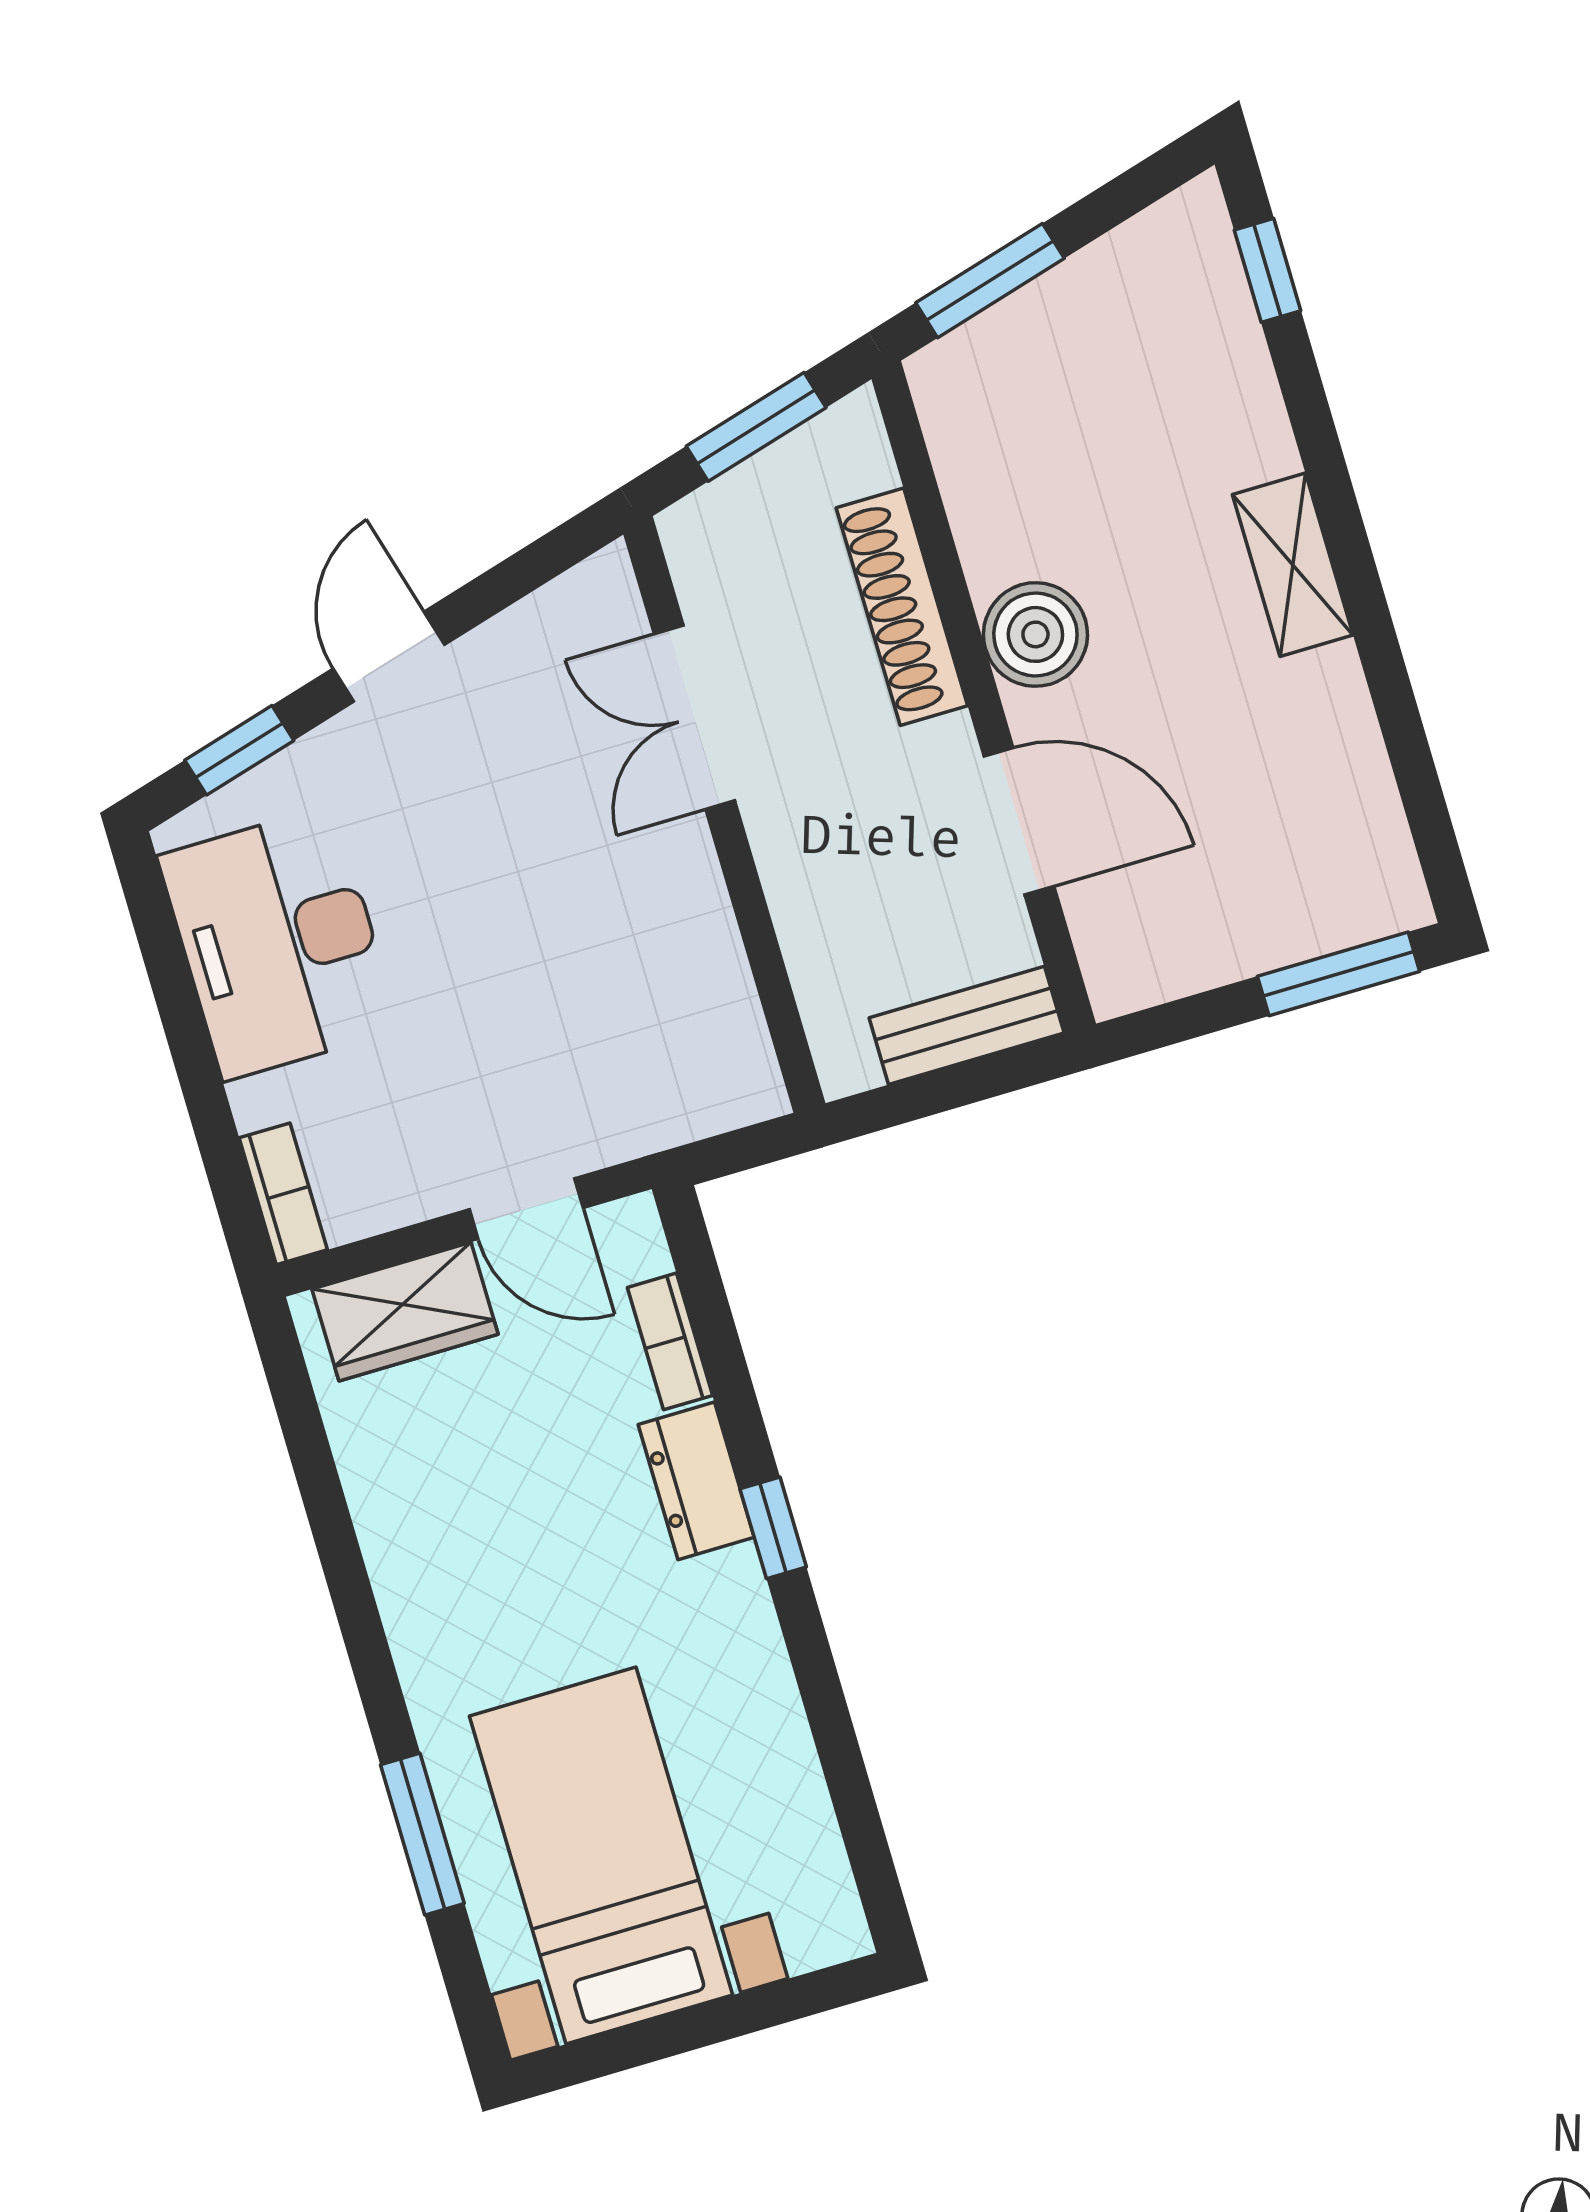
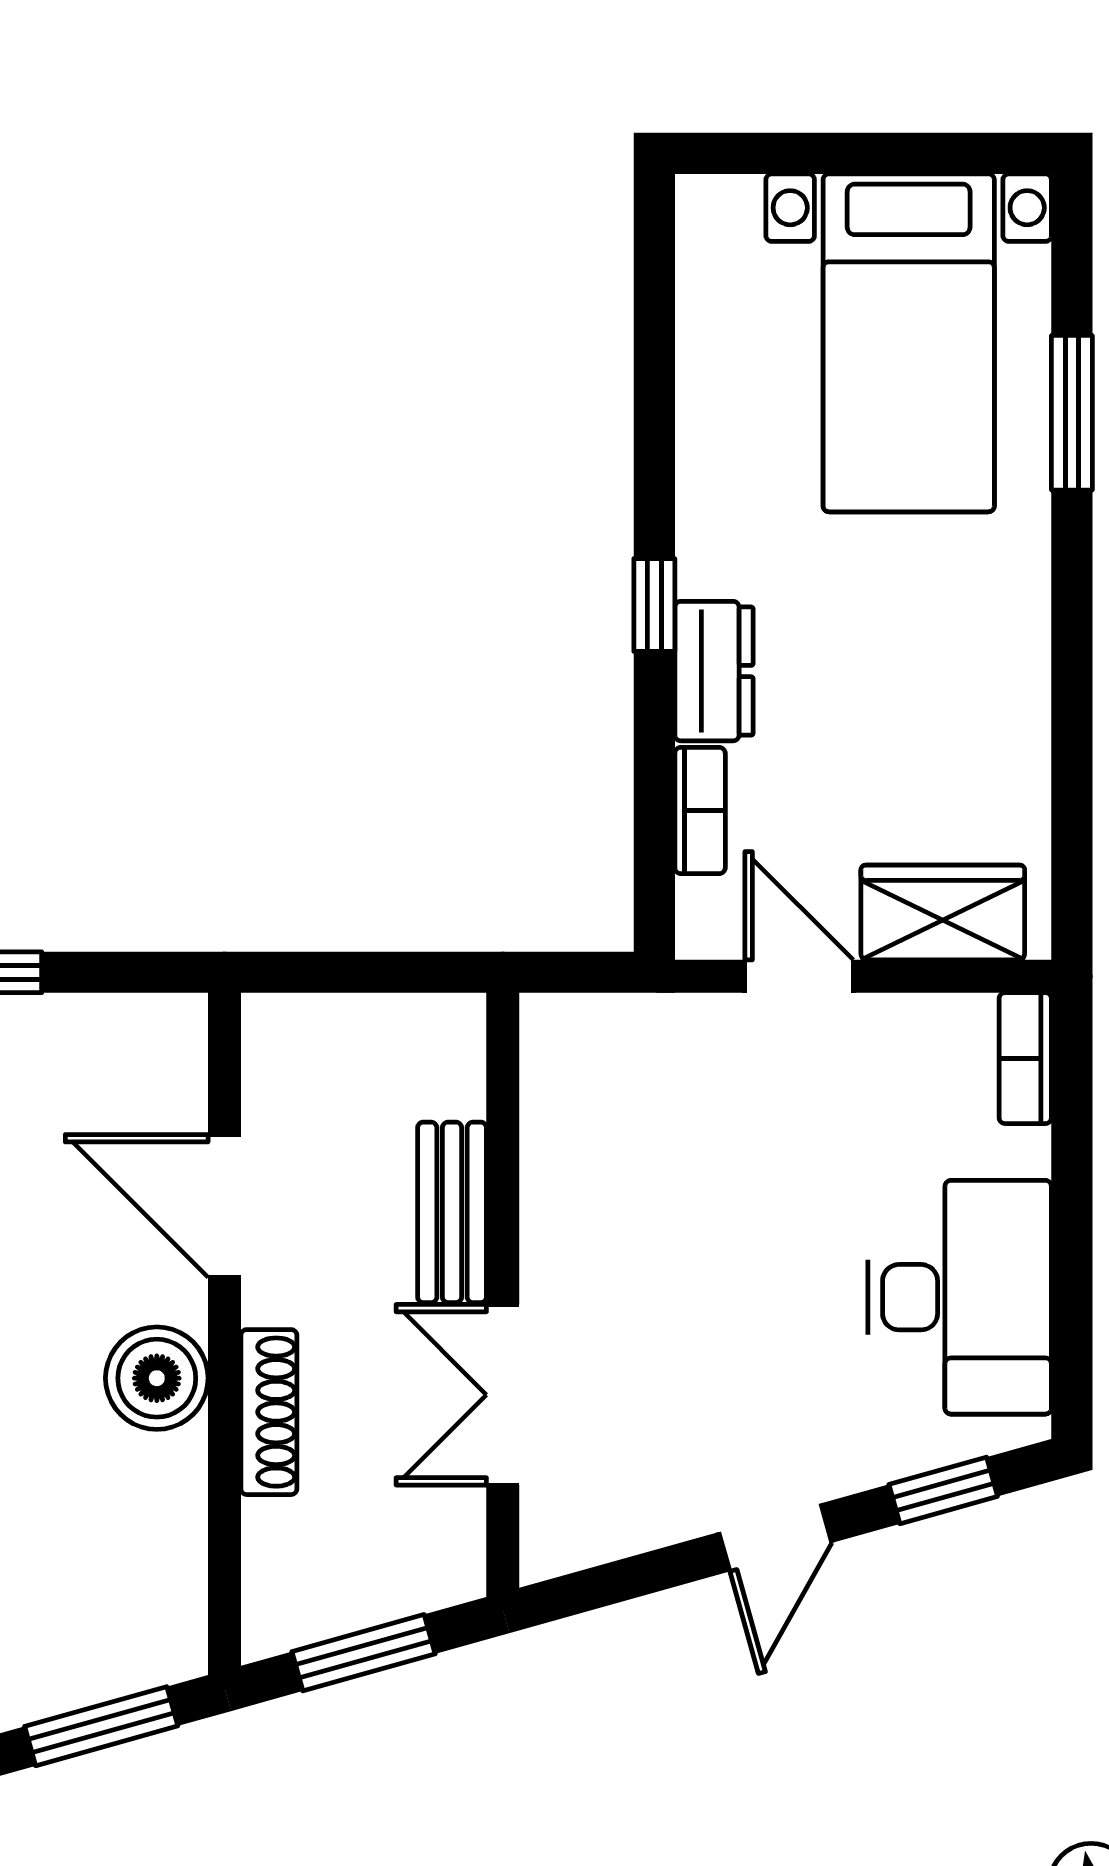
shoe rack: (902, 607) -> (269, 1412), width x0.74, depth x0.81
double door: (695, 717) -> (503, 1395), swing flipped
bench: (967, 1025) -> (452, 1212), moved, turned 90

